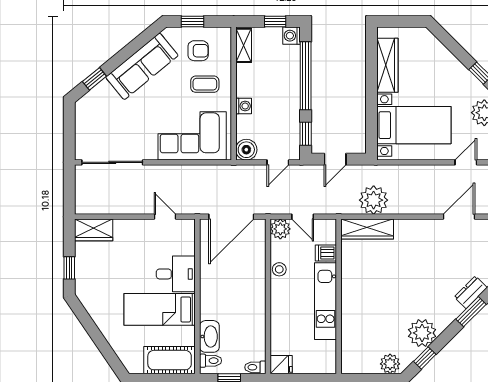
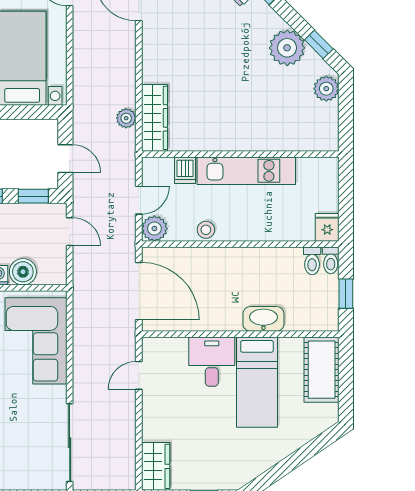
boiler: (246, 150) -> (23, 272), moved
plant: (374, 200) -> (126, 118), width x0.53, depth x0.53
washbasin: (209, 336) -> (263, 319), moved
toilet: (211, 361) -> (312, 261), moved, turned 180

